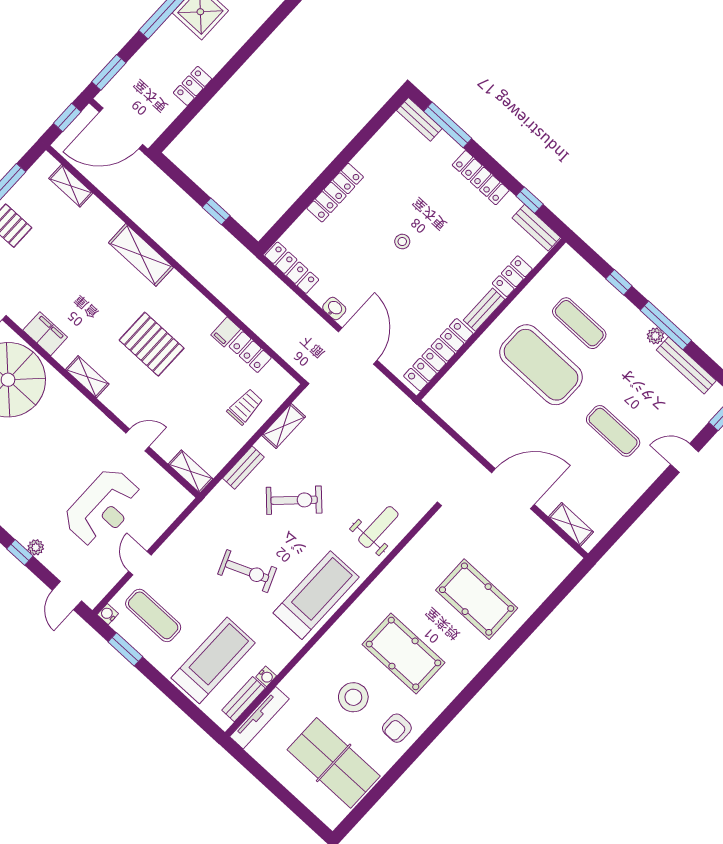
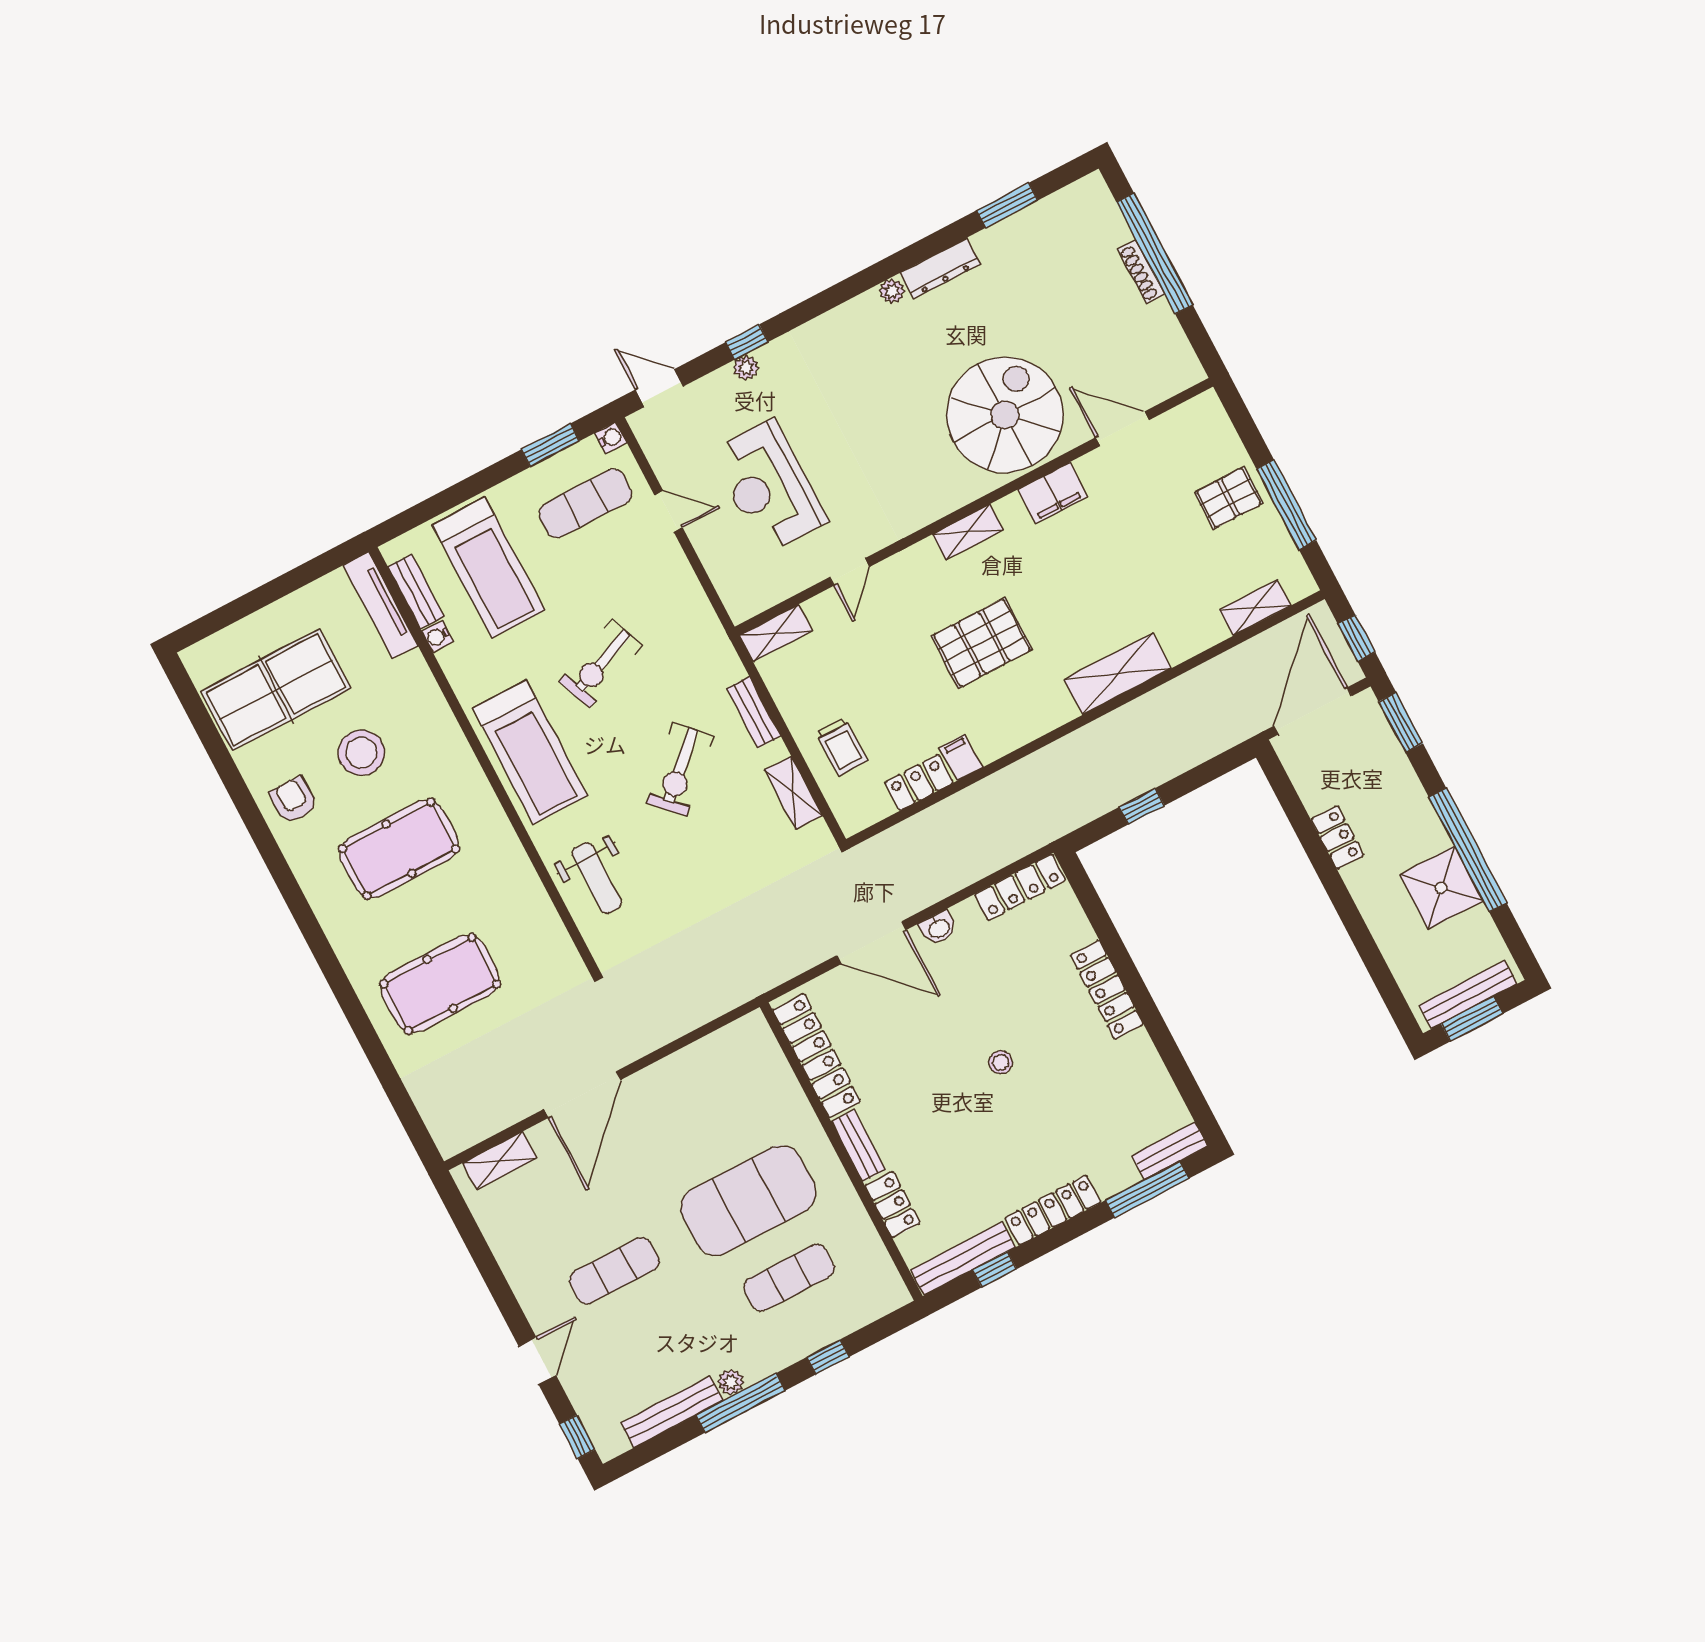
bench: (536, 228) -> (963, 1259), width x1.36

